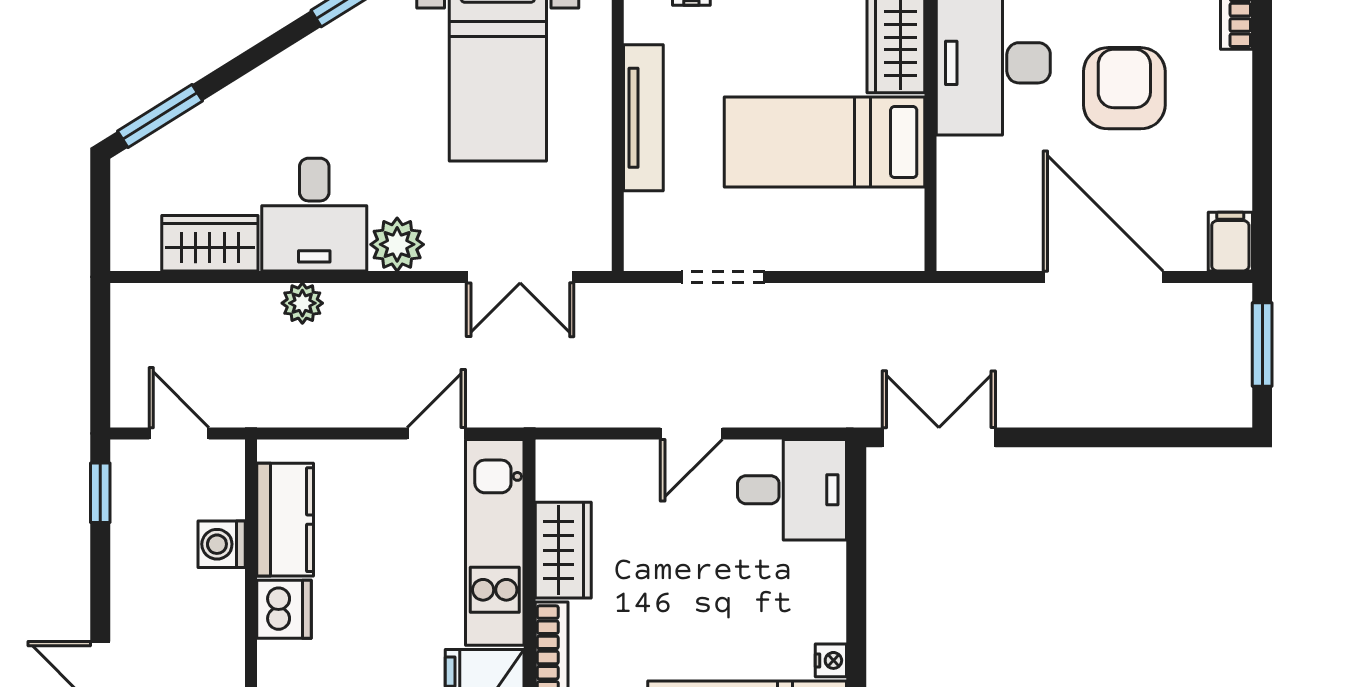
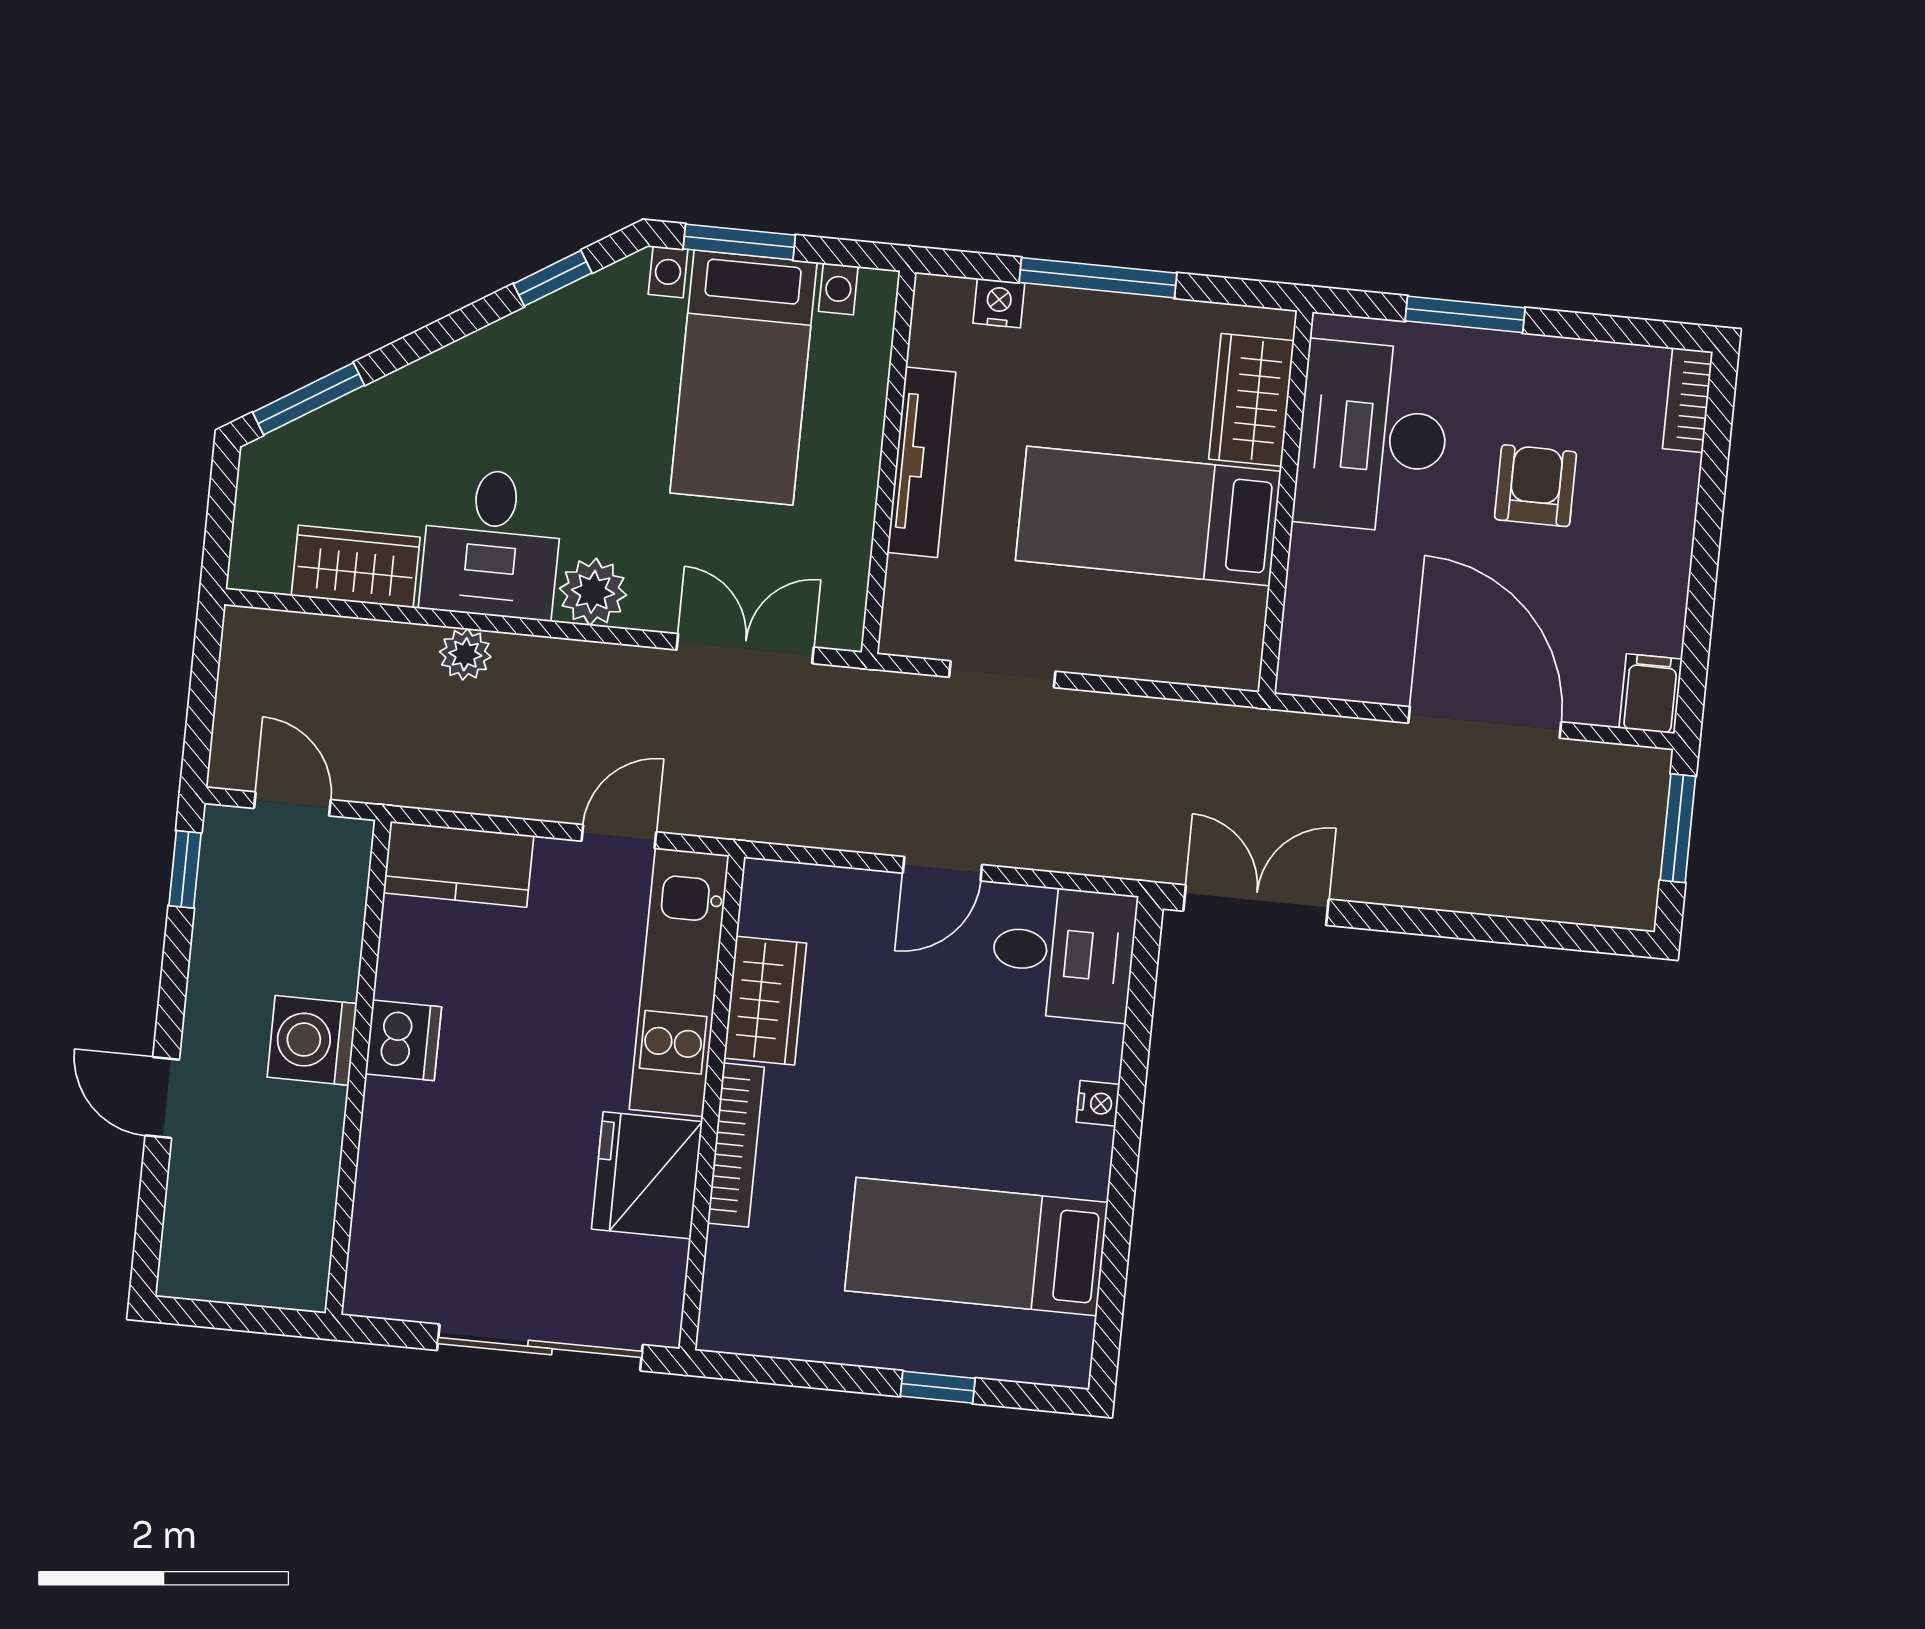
armchair: (1124, 88) -> (1536, 486), width x0.72, depth x0.72
double door: (520, 277) -> (745, 649), swing flipped
kitchen counter: (285, 520) -> (458, 864), moved, turned 90
washing machine: (222, 544) -> (312, 1040), moved, width x1.38, depth x1.38
nightstand: (831, 660) -> (1098, 1103), moved

